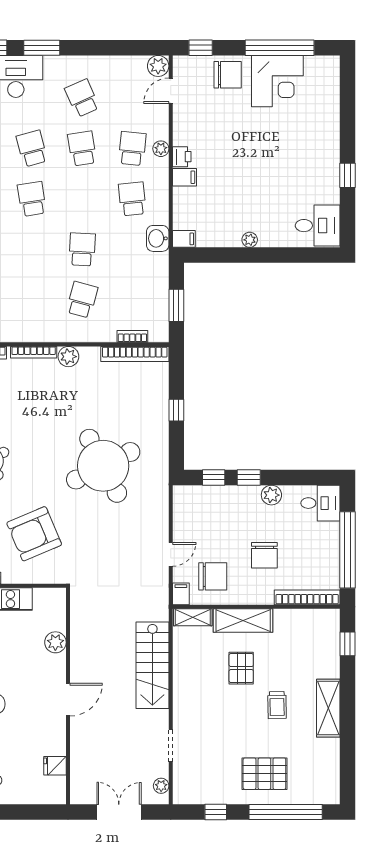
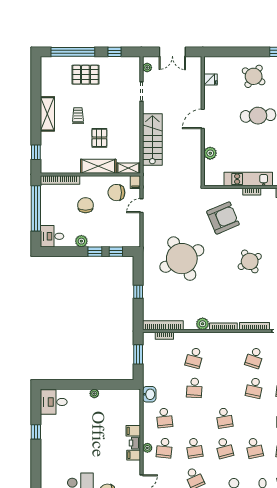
filing cabinet: (184, 239) -> (134, 455), moved

